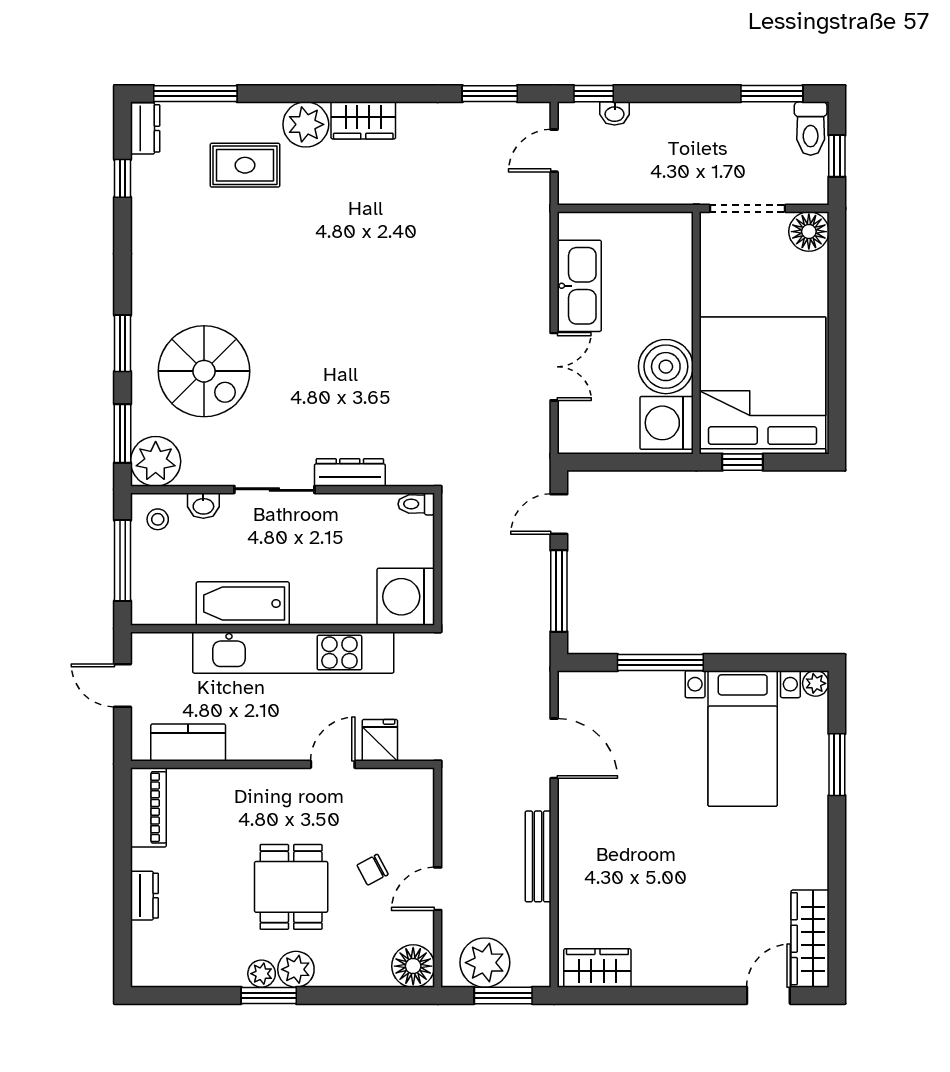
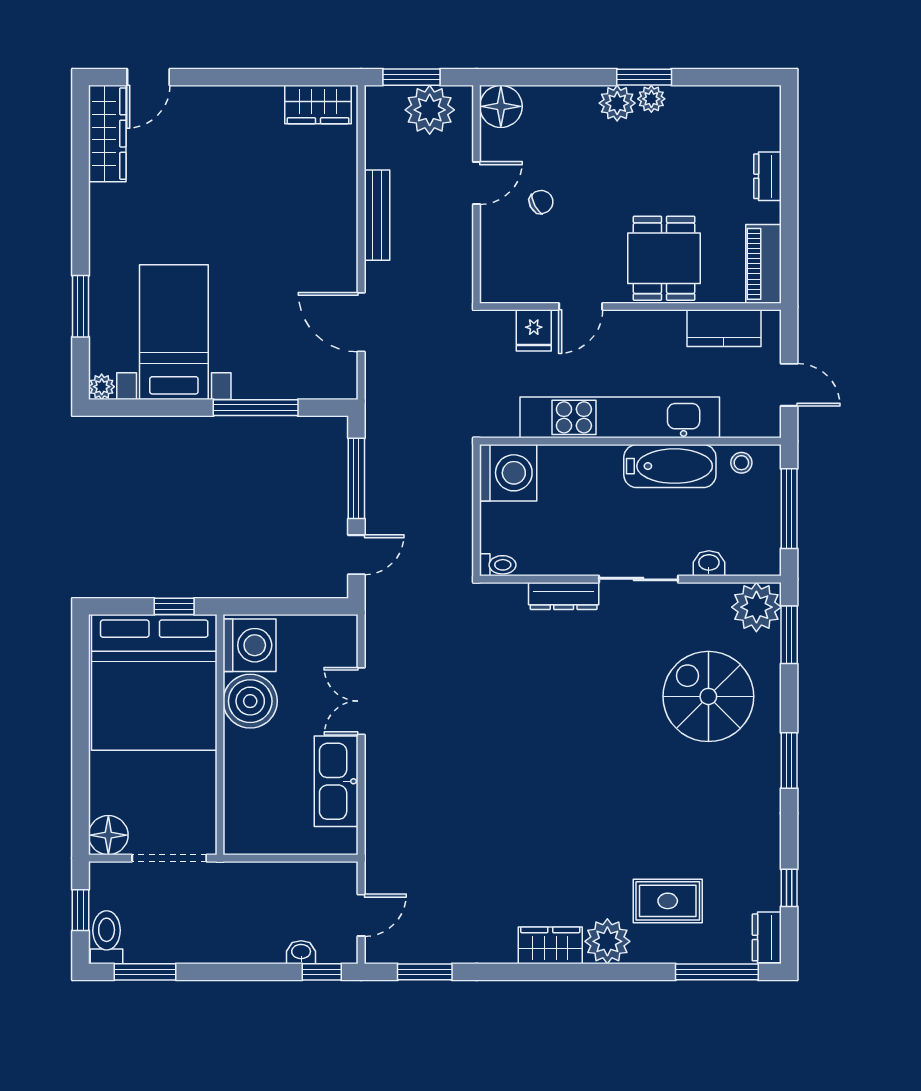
window: (123, 343) -> (789, 760), moved
stool: (158, 519) -> (741, 463), moved
dining table: (291, 887) -> (664, 258), moved

